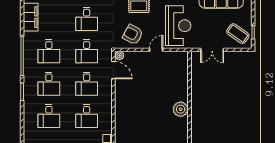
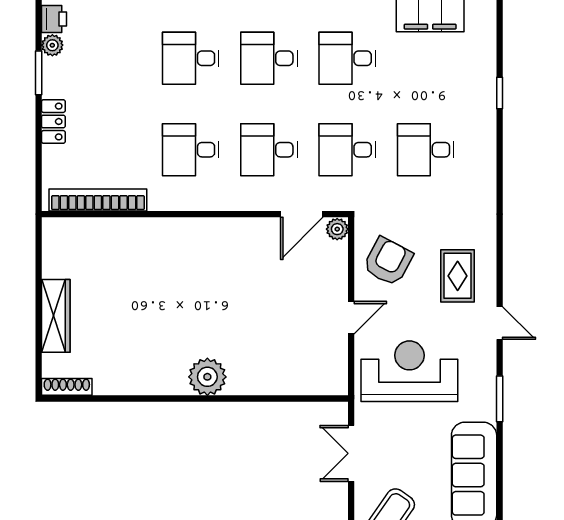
reception desk: (178, 26) -> (409, 371), turned 180
door: (156, 50) -> (351, 318), hinge flipped

